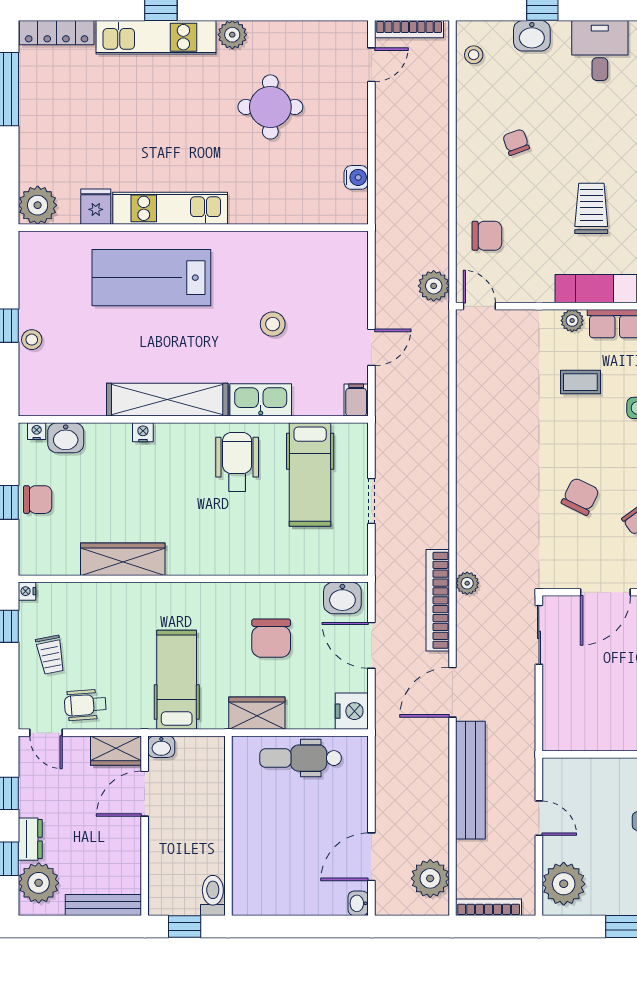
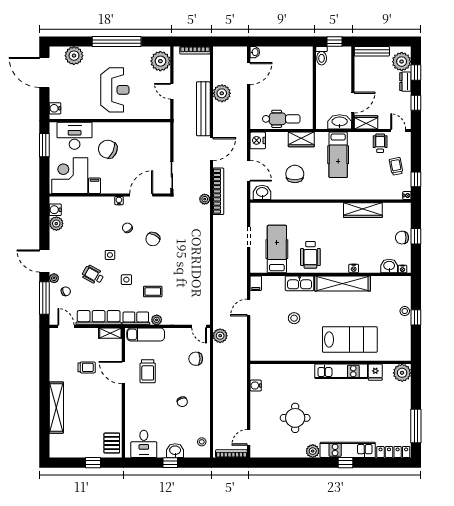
wheelchair: (85, 705) -> (380, 143), turned -86
washbasin: (161, 747) -> (340, 122), width x1.91, depth x1.45
plant: (430, 878) -> (222, 93), moved

